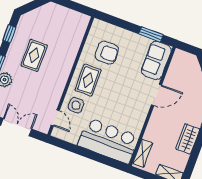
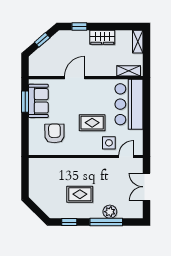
sofa: (156, 60) -> (38, 101), moved, turned -90
rug: (88, 80) -> (92, 123), moved
door: (157, 95) -> (75, 78), hinge flipped

